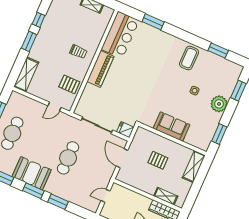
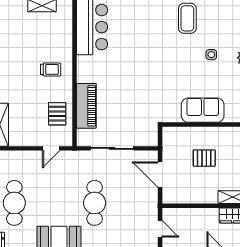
piano: (100, 69) -> (86, 106), moved
pallet: (69, 84) -> (57, 114), turned 90
fridge: (125, 130) -> (149, 138), removed
door: (105, 196) -> (160, 229), swing flipped

